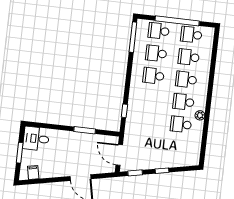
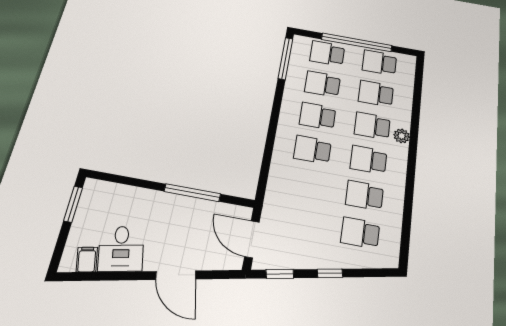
school desk: (151, 98) -> (312, 150), added
window: (124, 111) -> (266, 166), removed
plant: (200, 115) -> (402, 136), moved
window: (85, 130) -> (192, 193), width x1.44
desk: (36, 139) -> (121, 249), moved, turned -101
school desk: (178, 147) -> (360, 233), added
window: (20, 153) -> (73, 204), moved

